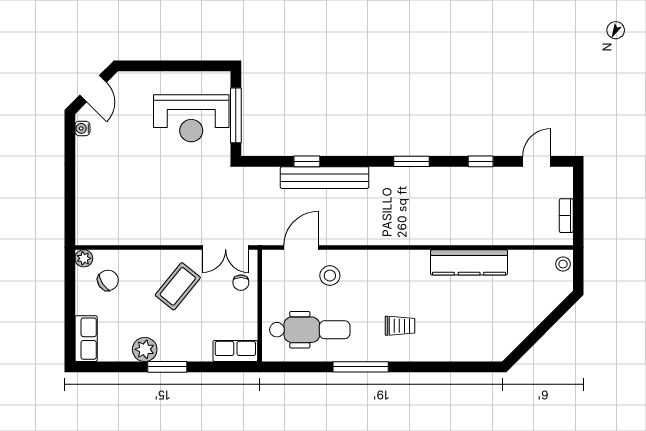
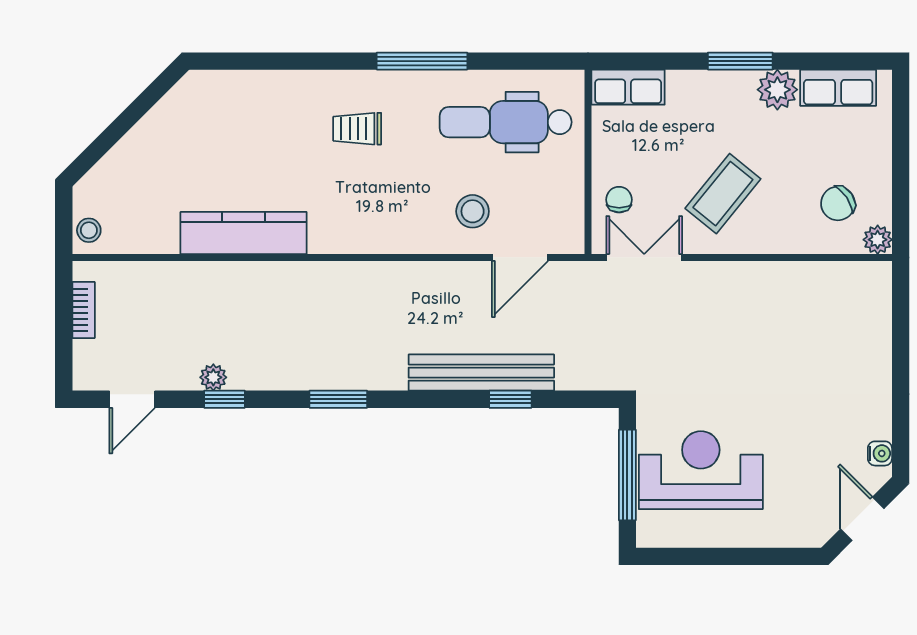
plant: (487, 175) -> (213, 377), added
row of seats: (86, 339) -> (838, 88), moved, turned -90

